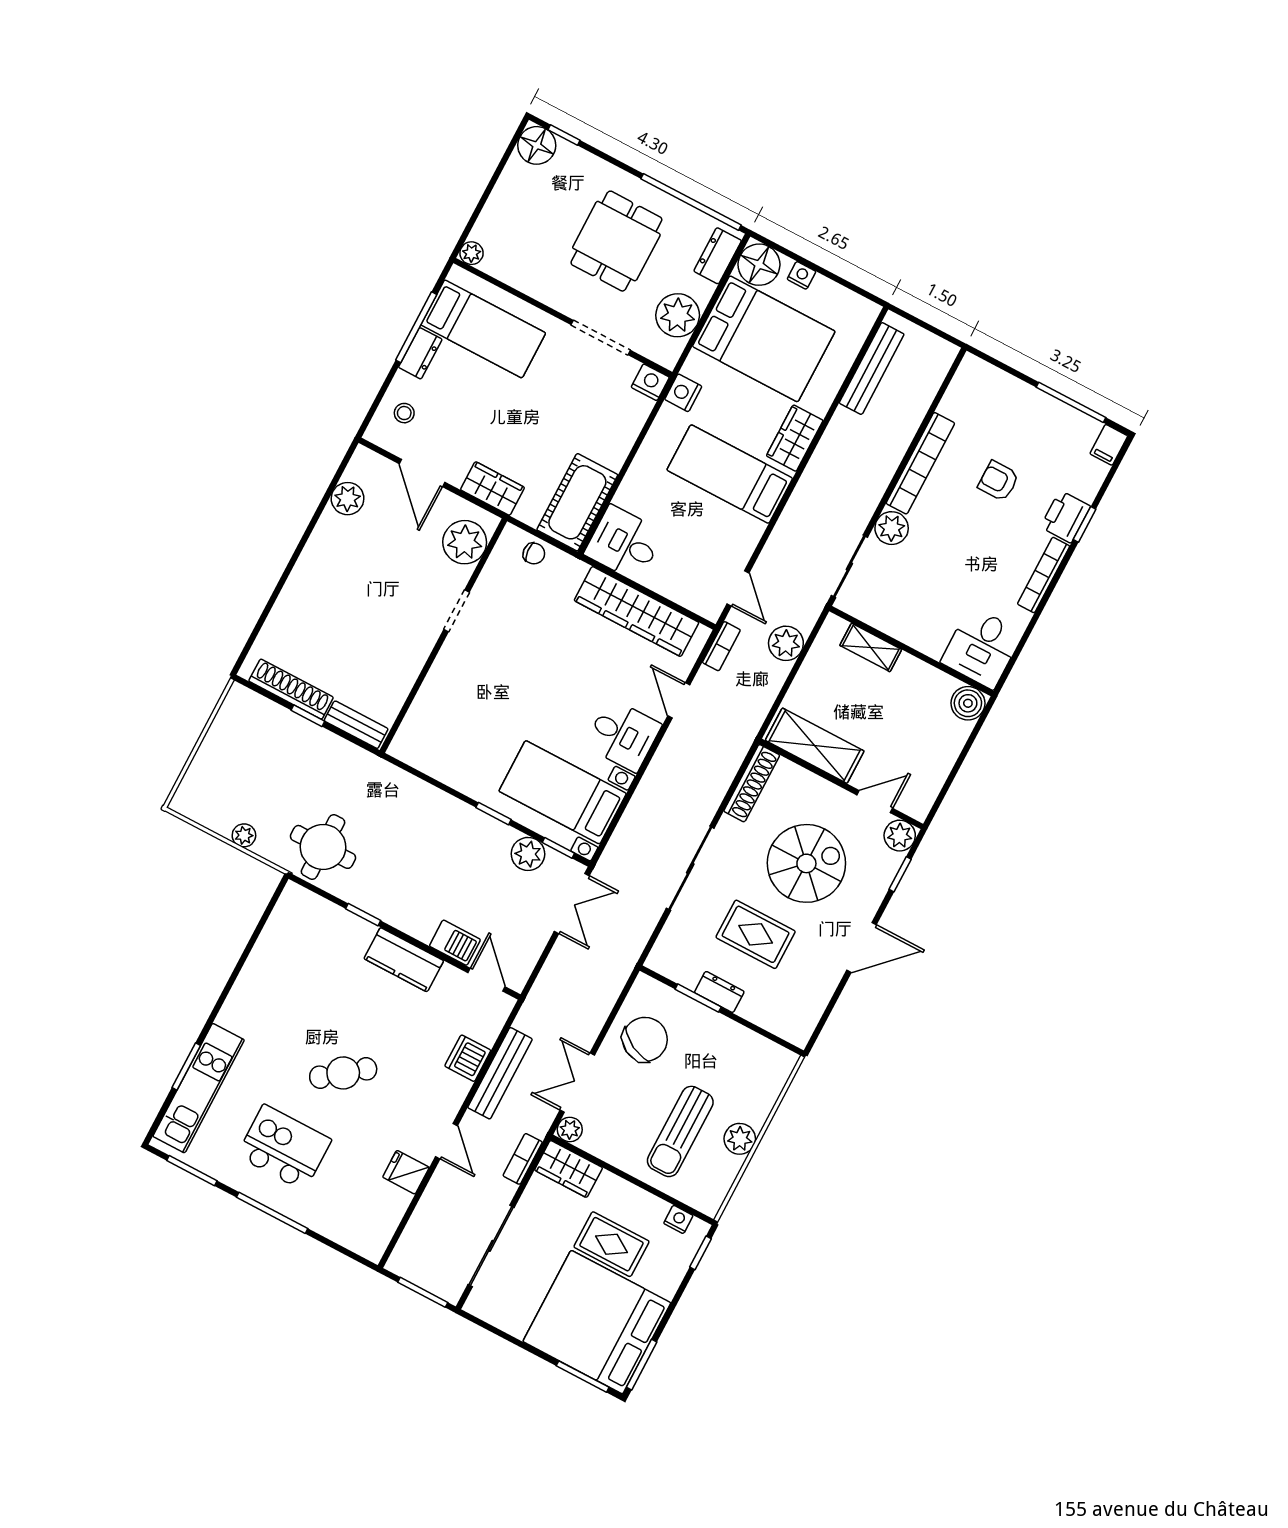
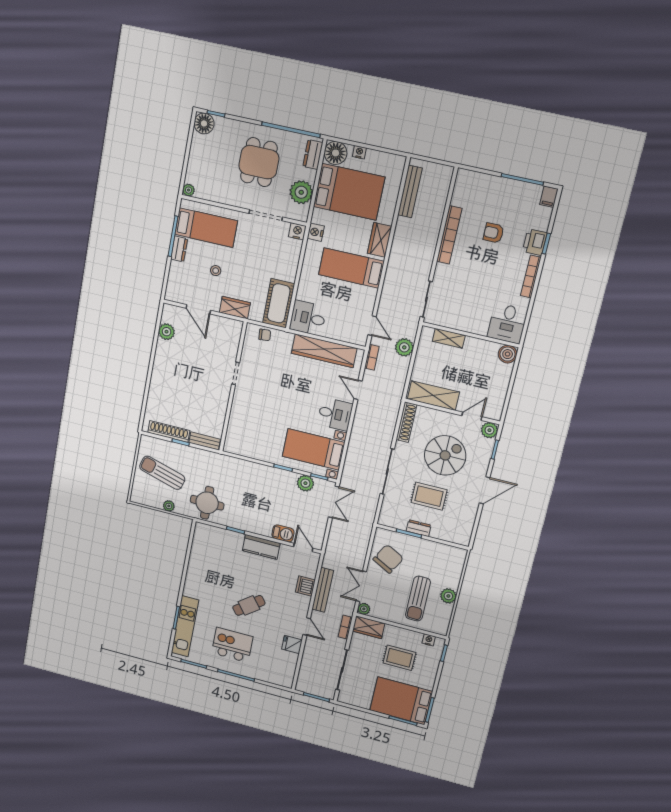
stool: (404, 413) -> (216, 271), moved
plant: (892, 528) -> (443, 273), removed
plant: (465, 542) -> (229, 338), removed
sun lounger: (252, 767) -> (162, 473), added
bed: (597, 1322) -> (401, 701), width x0.73

